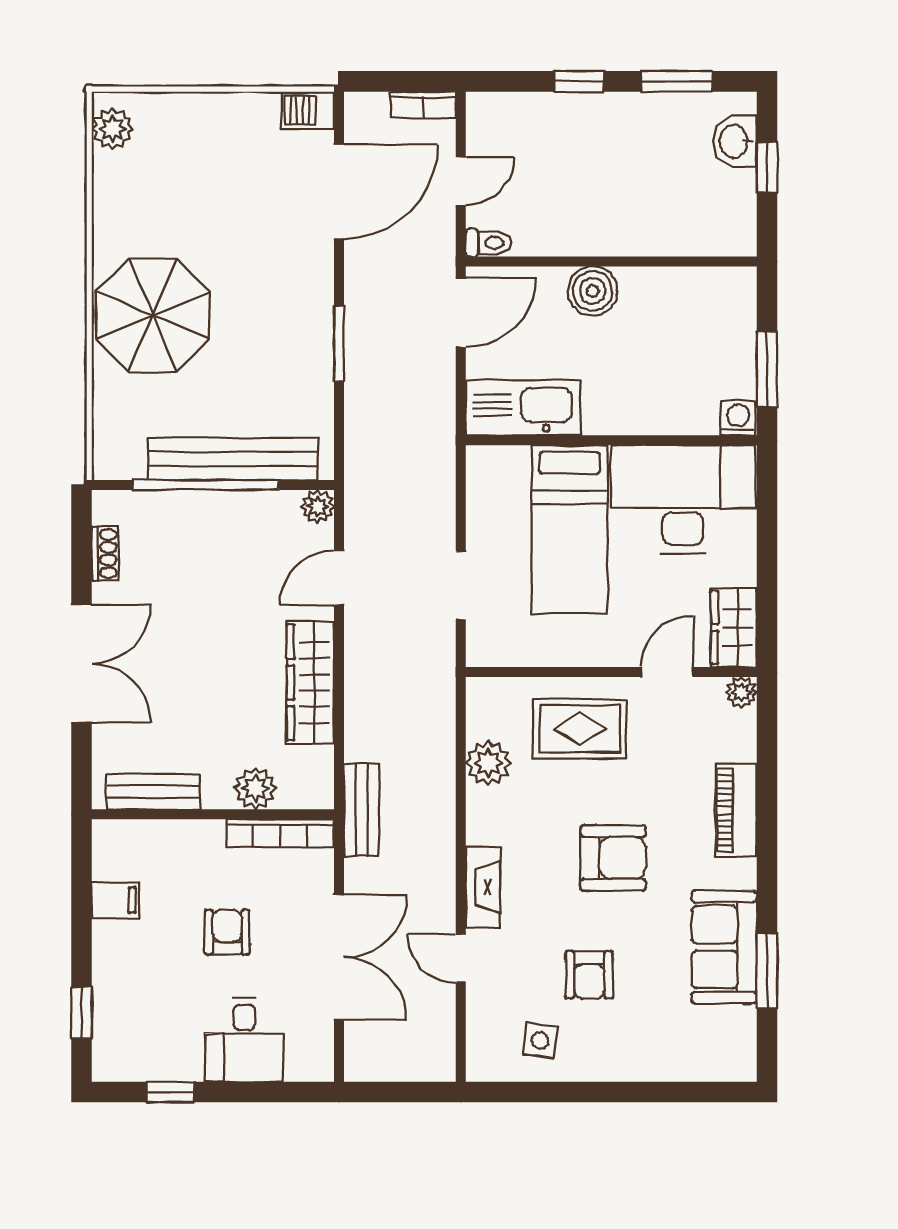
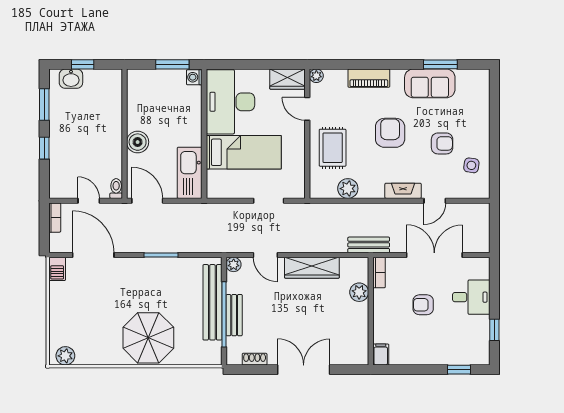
bench: (153, 792) -> (234, 315), moved
bookcase: (280, 833) -> (379, 273), width x0.64
filing cabinet: (115, 900) -> (381, 354), moved

